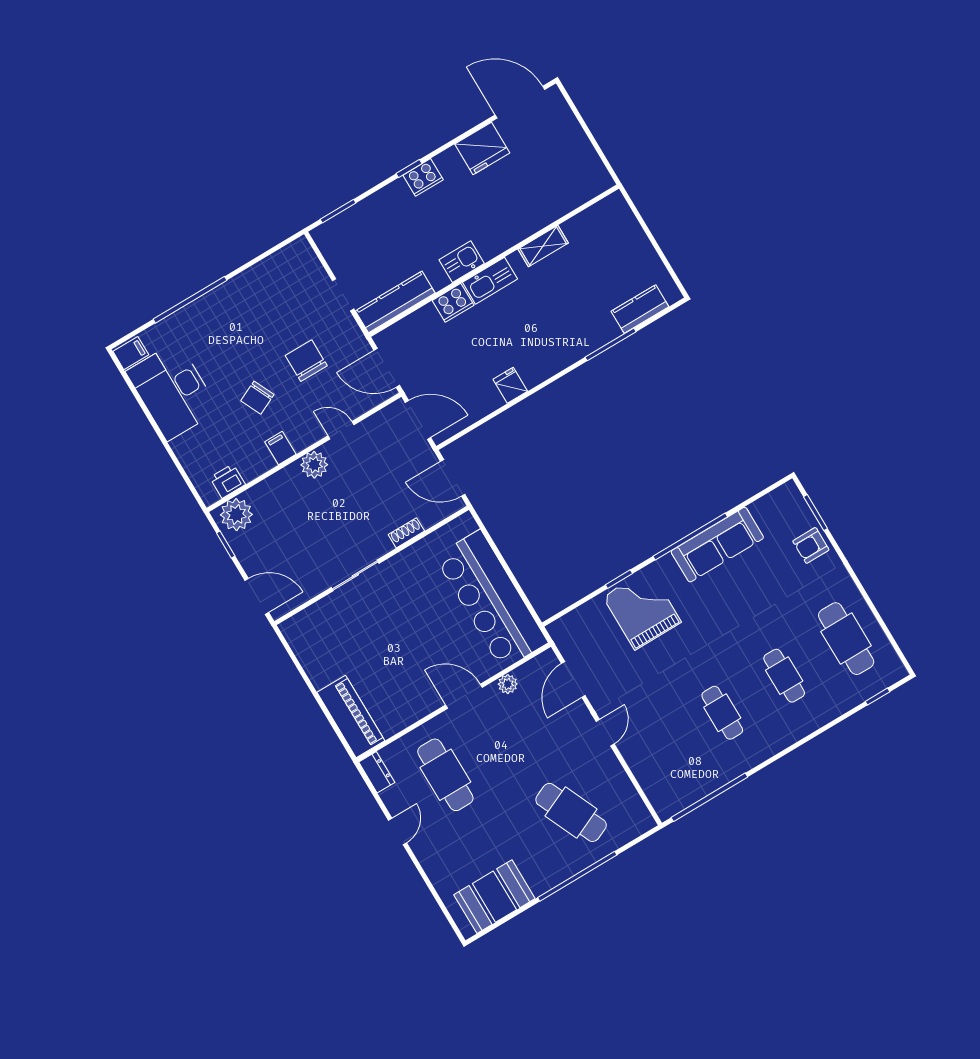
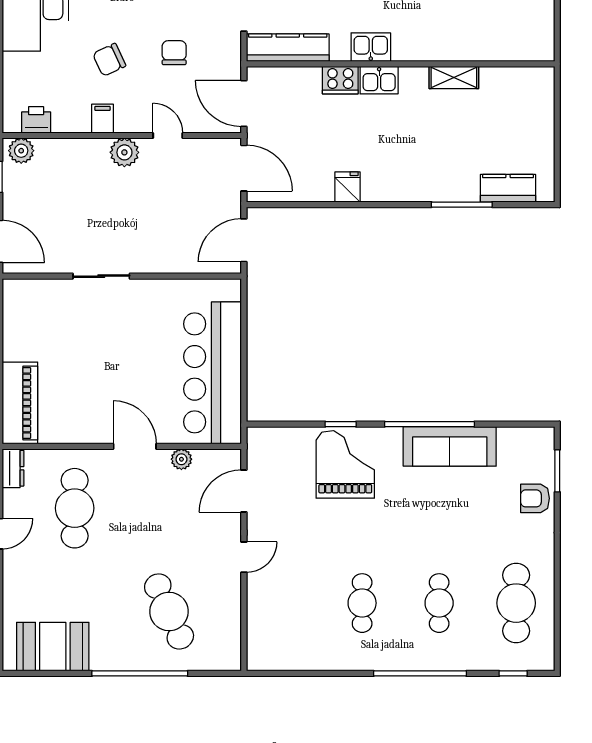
kitchen sink: (490, 281) -> (379, 80), width x0.73
chair: (306, 361) -> (174, 53), width x0.73, depth x0.73
door: (453, 478) -> (244, 240), hinge flipped
plant: (236, 515) -> (21, 151), width x0.73, depth x0.73
shoe rack: (406, 533) -> (172, 265), removed
window: (709, 797) -> (420, 673), moved

